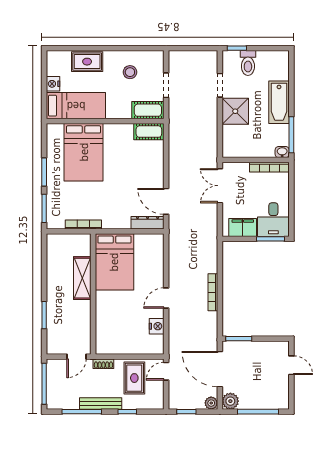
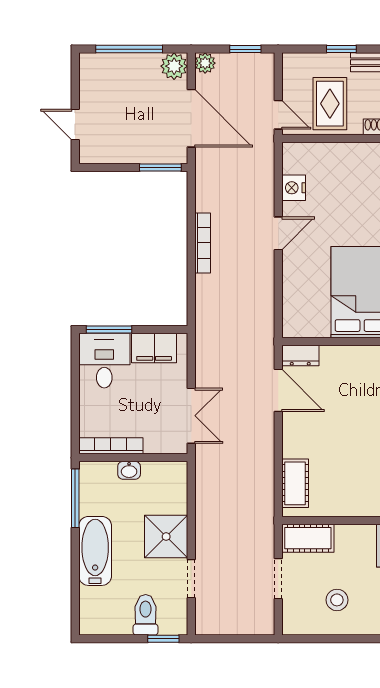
cot: (149, 132) -> (295, 483), moved, turned 90
washbasin: (282, 152) -> (129, 470), moved
dresser: (148, 223) -> (300, 356), width x0.70
door: (166, 371) -> (278, 115), hinge flipped

